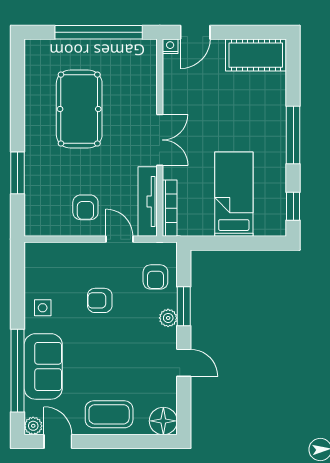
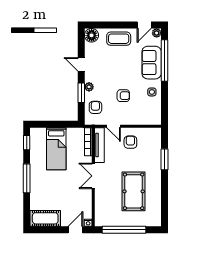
door: (58, 442) -> (144, 25), hinge flipped

